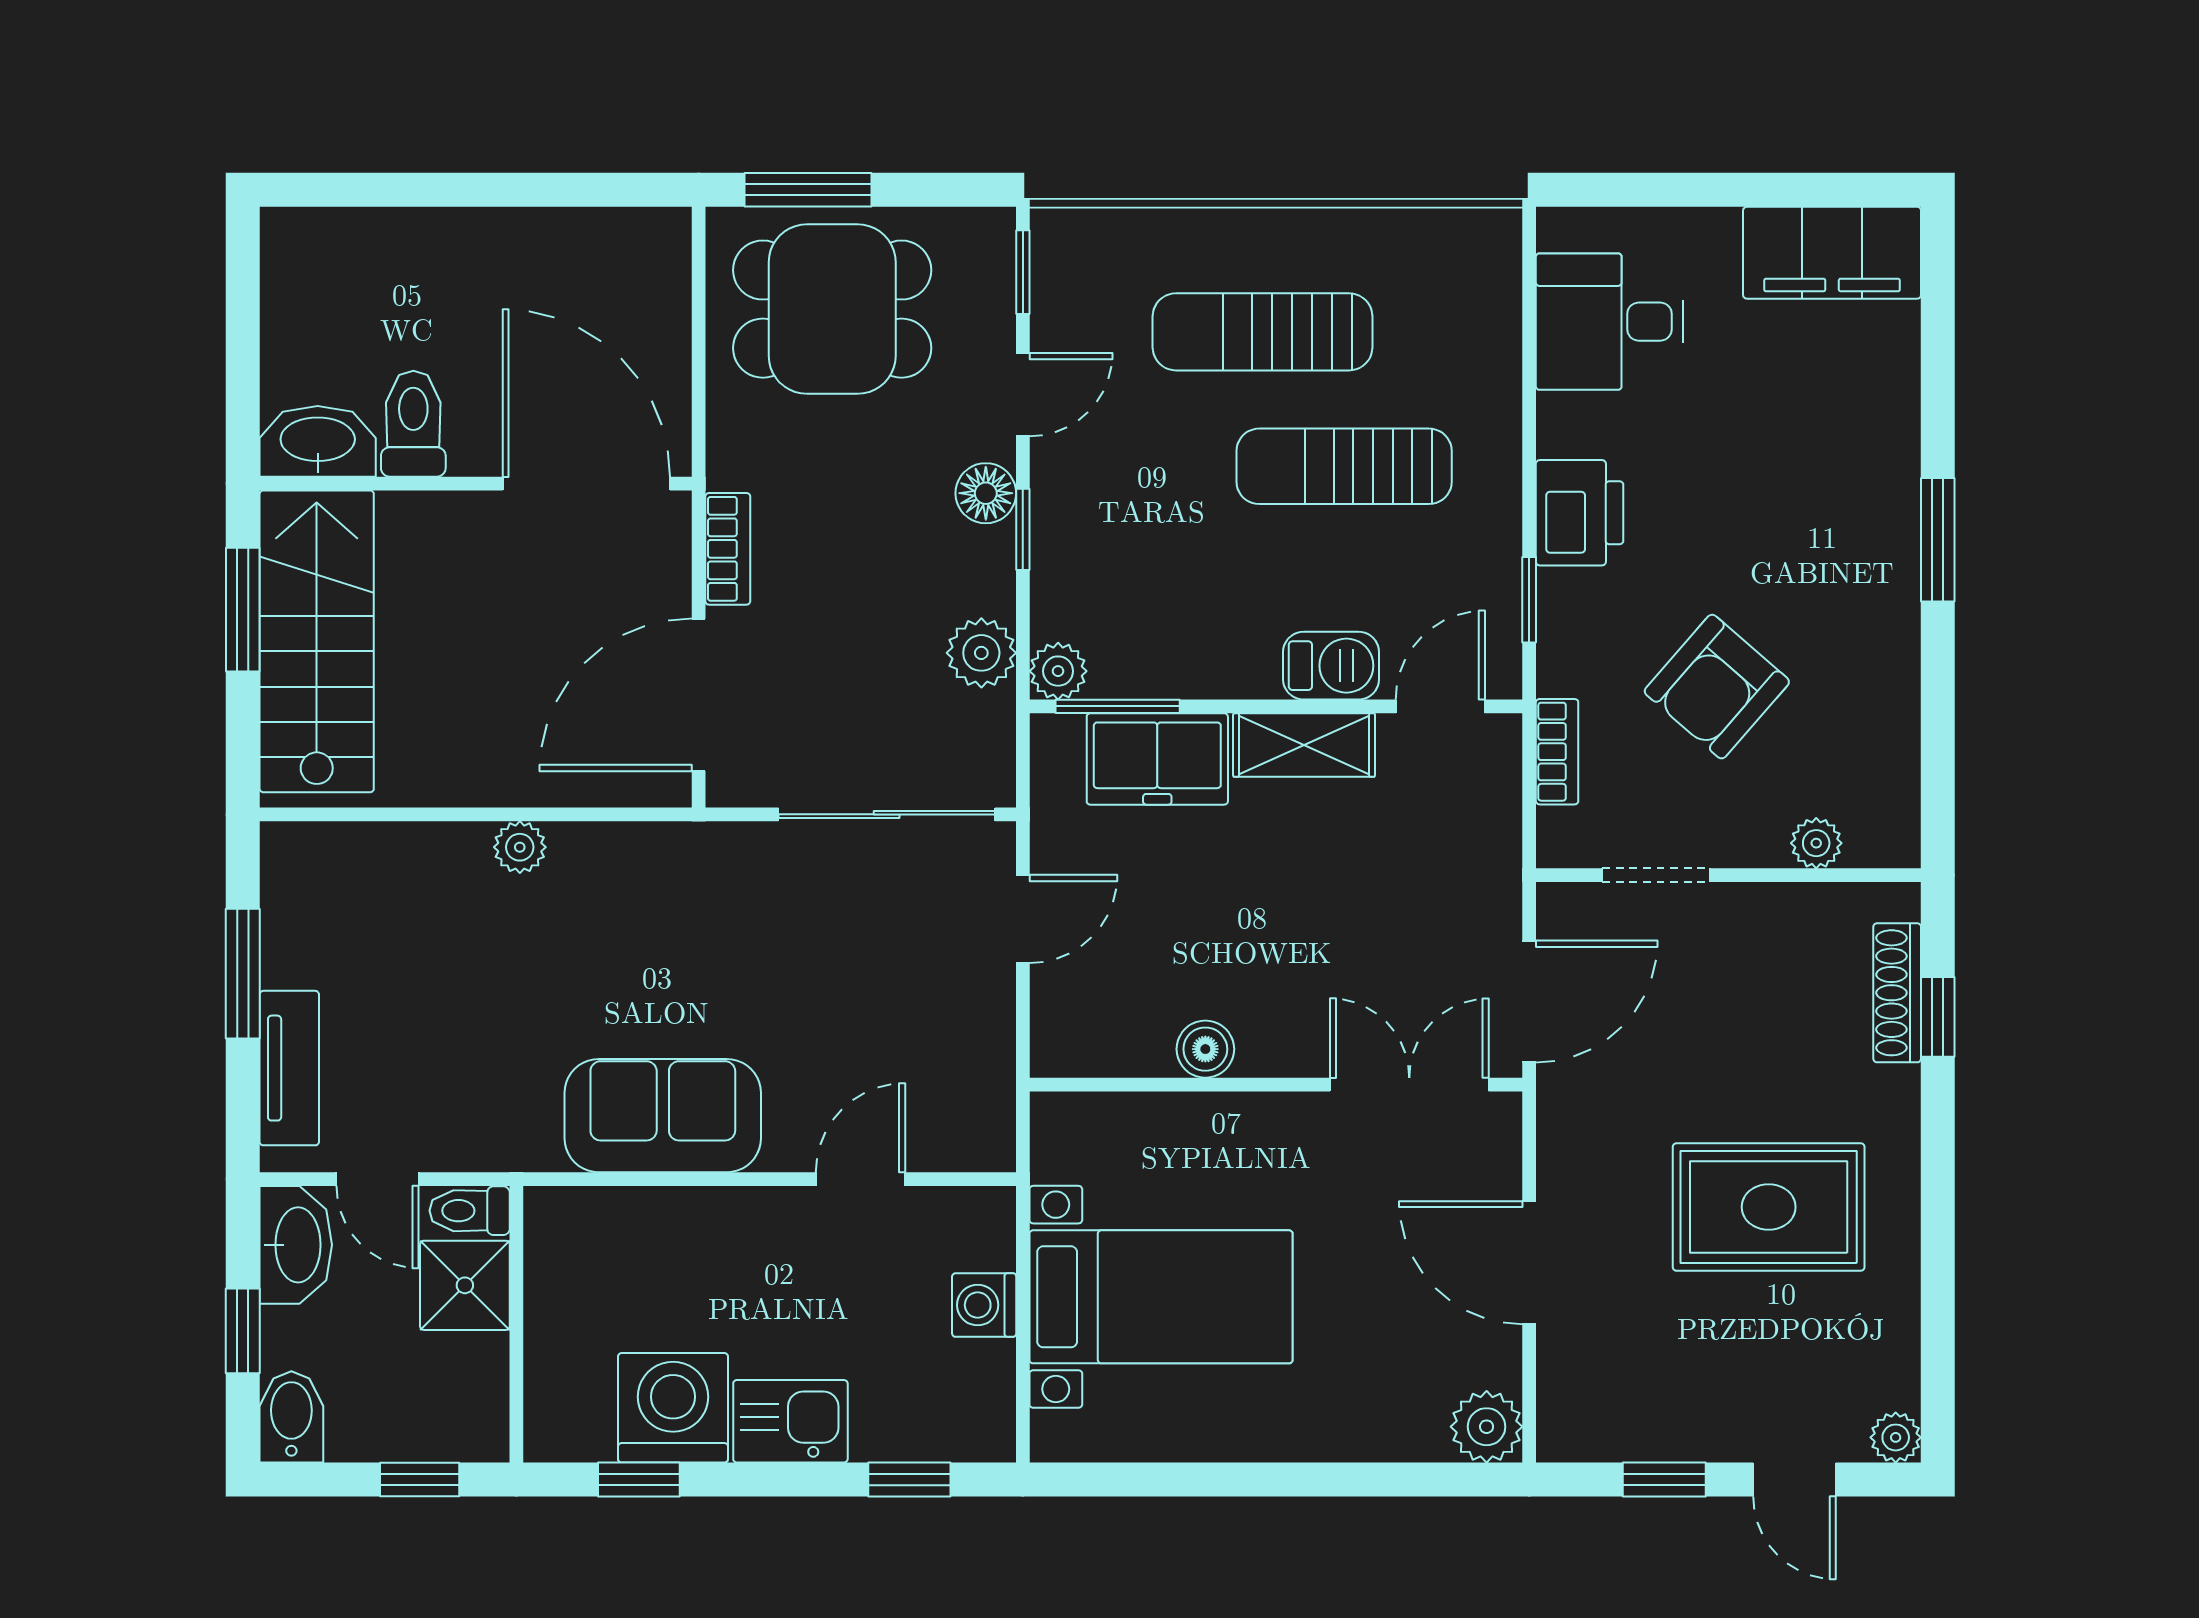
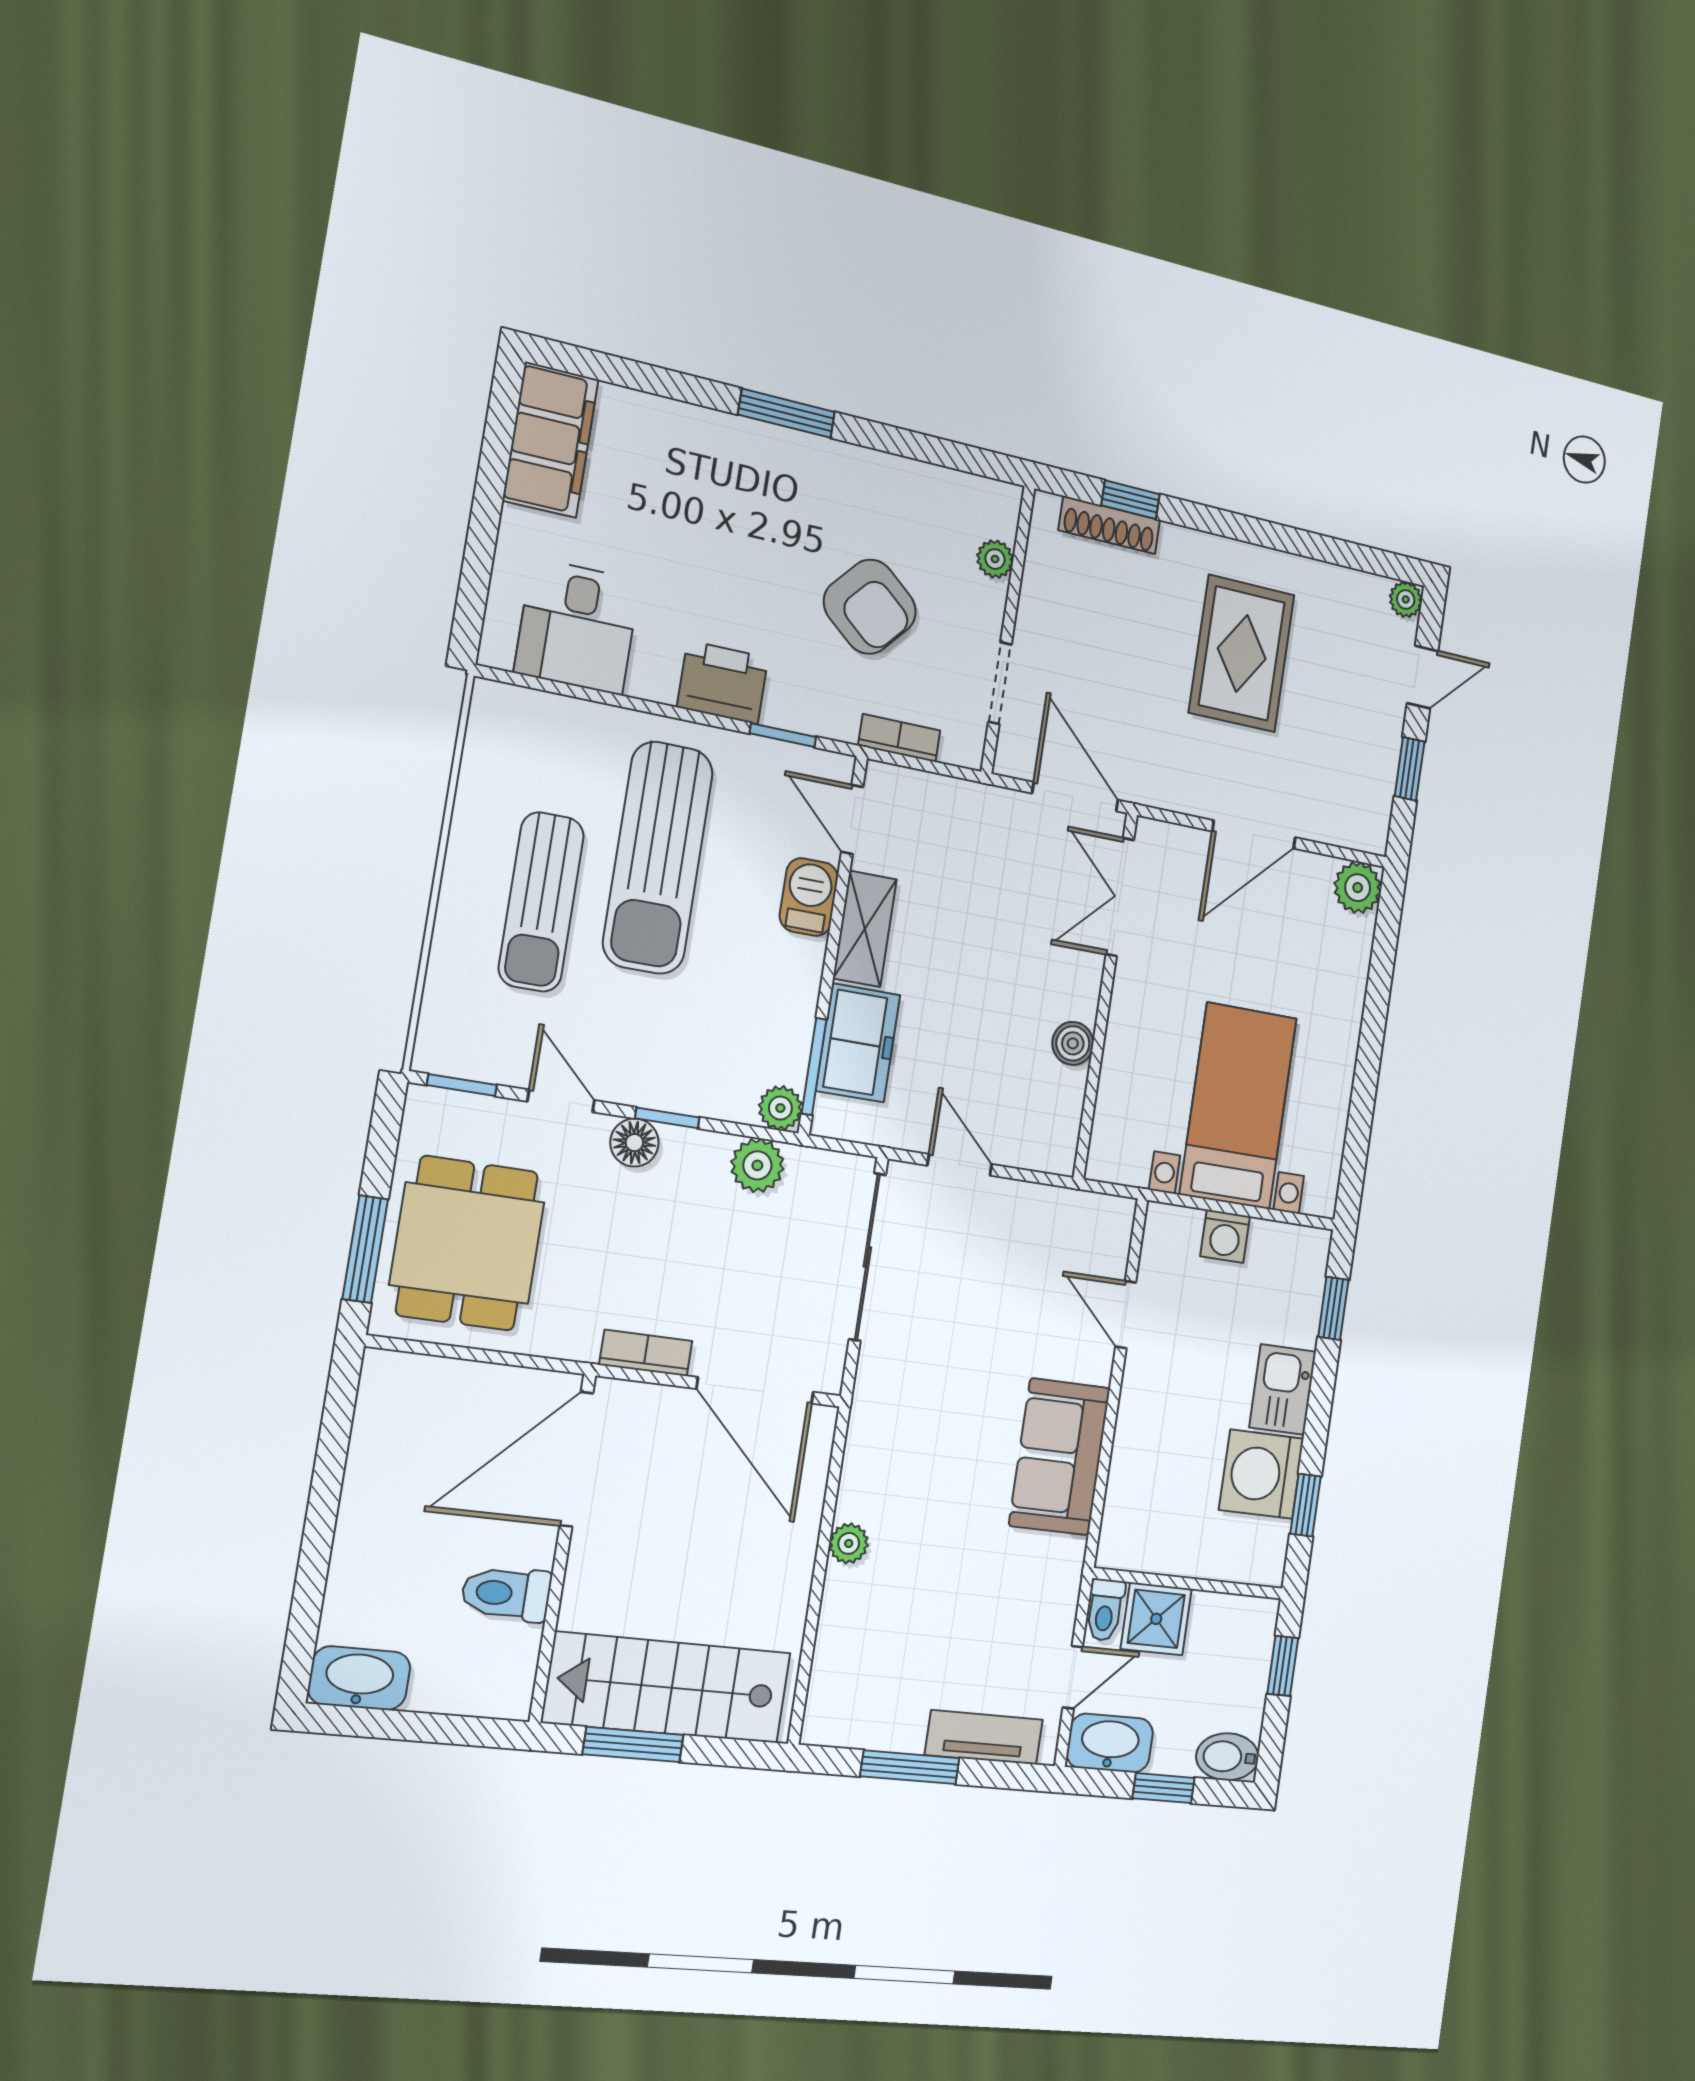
washbasin: (318, 441) -> (359, 1678), moved, turned 90
sun lounger: (1344, 466) -> (658, 858), width x1.36, depth x1.34

